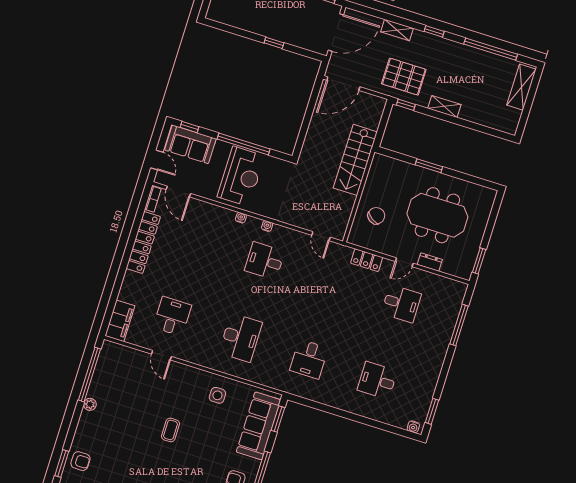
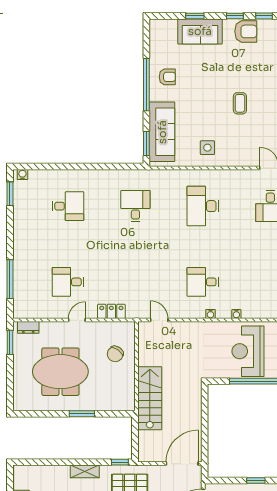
desk: (265, 261) -> (203, 282), turned 180
dresser: (430, 262) -> (28, 327), moved

